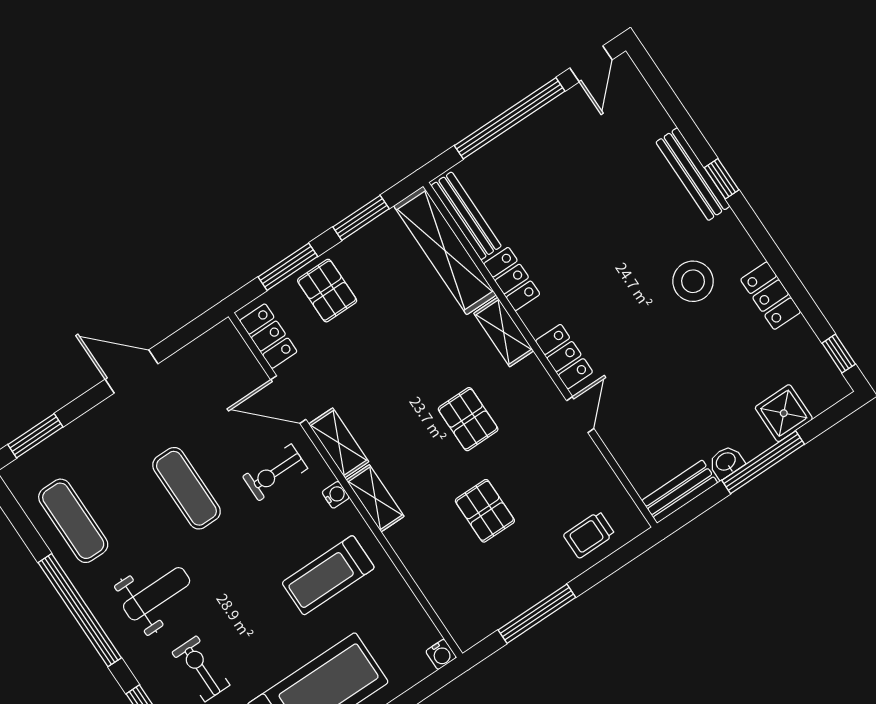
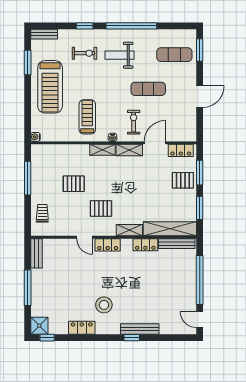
shower: (784, 413) -> (39, 326), moved
pallet: (468, 419) -> (101, 208), moved
washbasin: (726, 462) -> (36, 276), removed
exercise mat: (73, 521) -> (174, 55), moved
weight bench: (157, 594) -> (120, 55), turned 90

